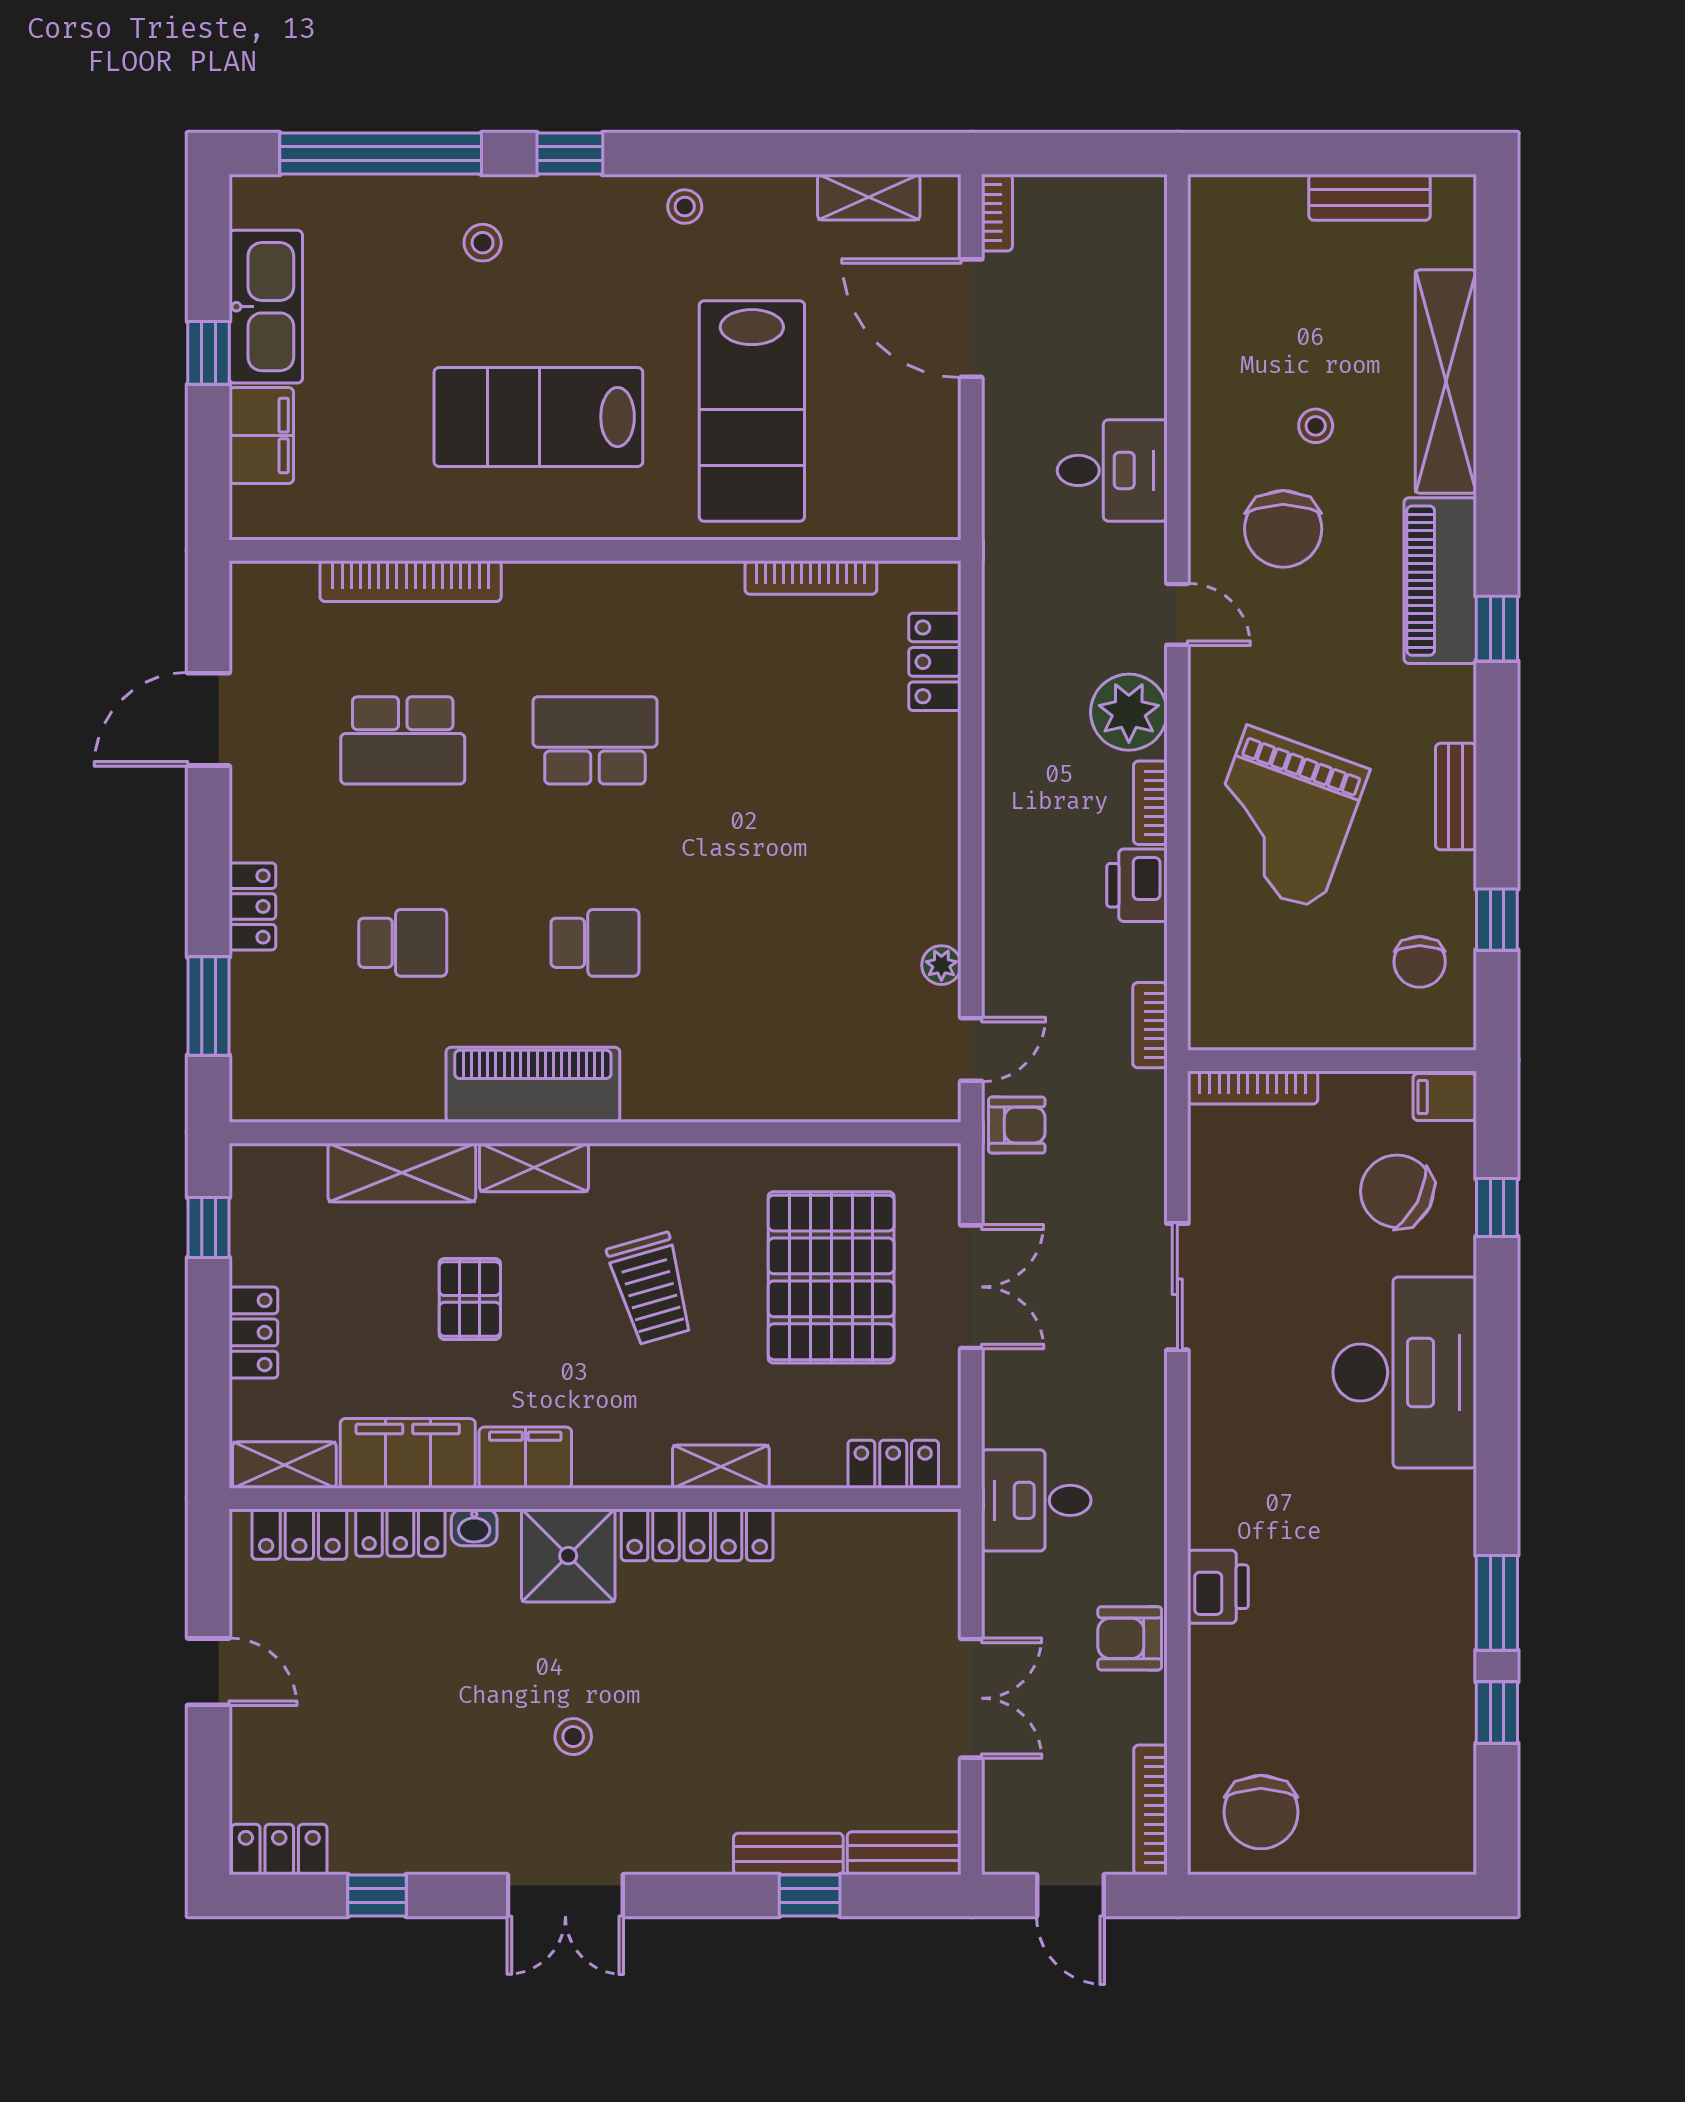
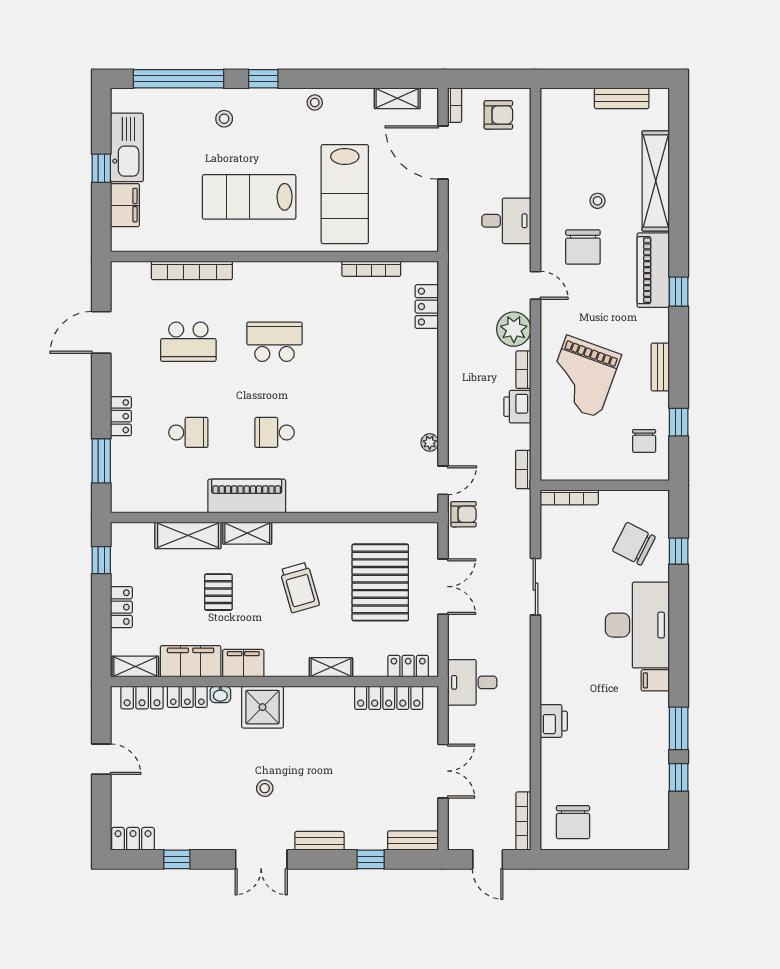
school desk: (595, 943) -> (274, 432), turned 180
filing cabinet: (1445, 1097) -> (655, 680), moved
locker: (697, 1535) -> (389, 698), moved
armchair: (1130, 1638) -> (498, 115), moved, turned 180
bench: (788, 1854) -> (319, 841), moved

